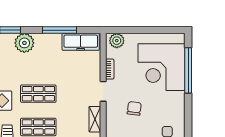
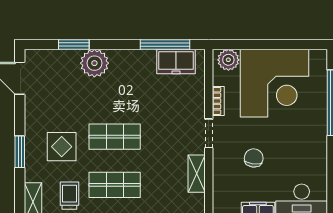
window: (59, 30) -> (165, 45), moved
freezer: (81, 42) -> (176, 61), width x0.71
corner desk: (162, 67) -> (274, 83), moved, turned -90

